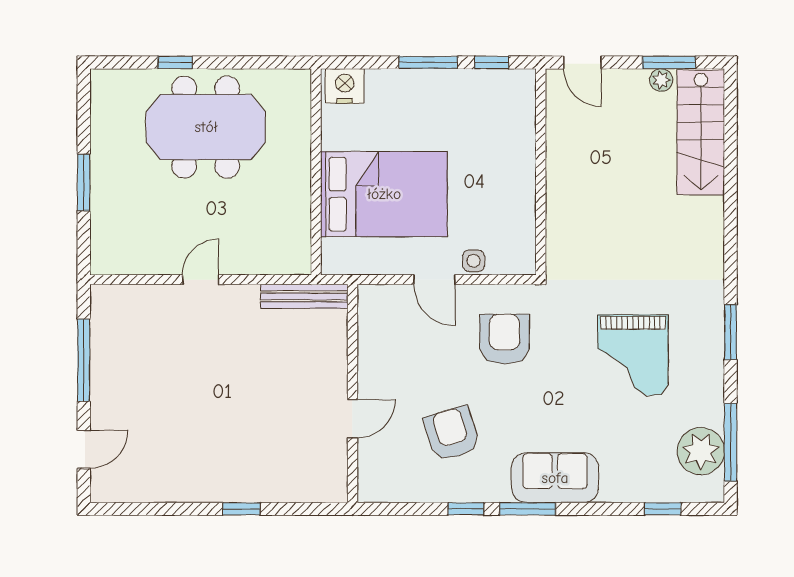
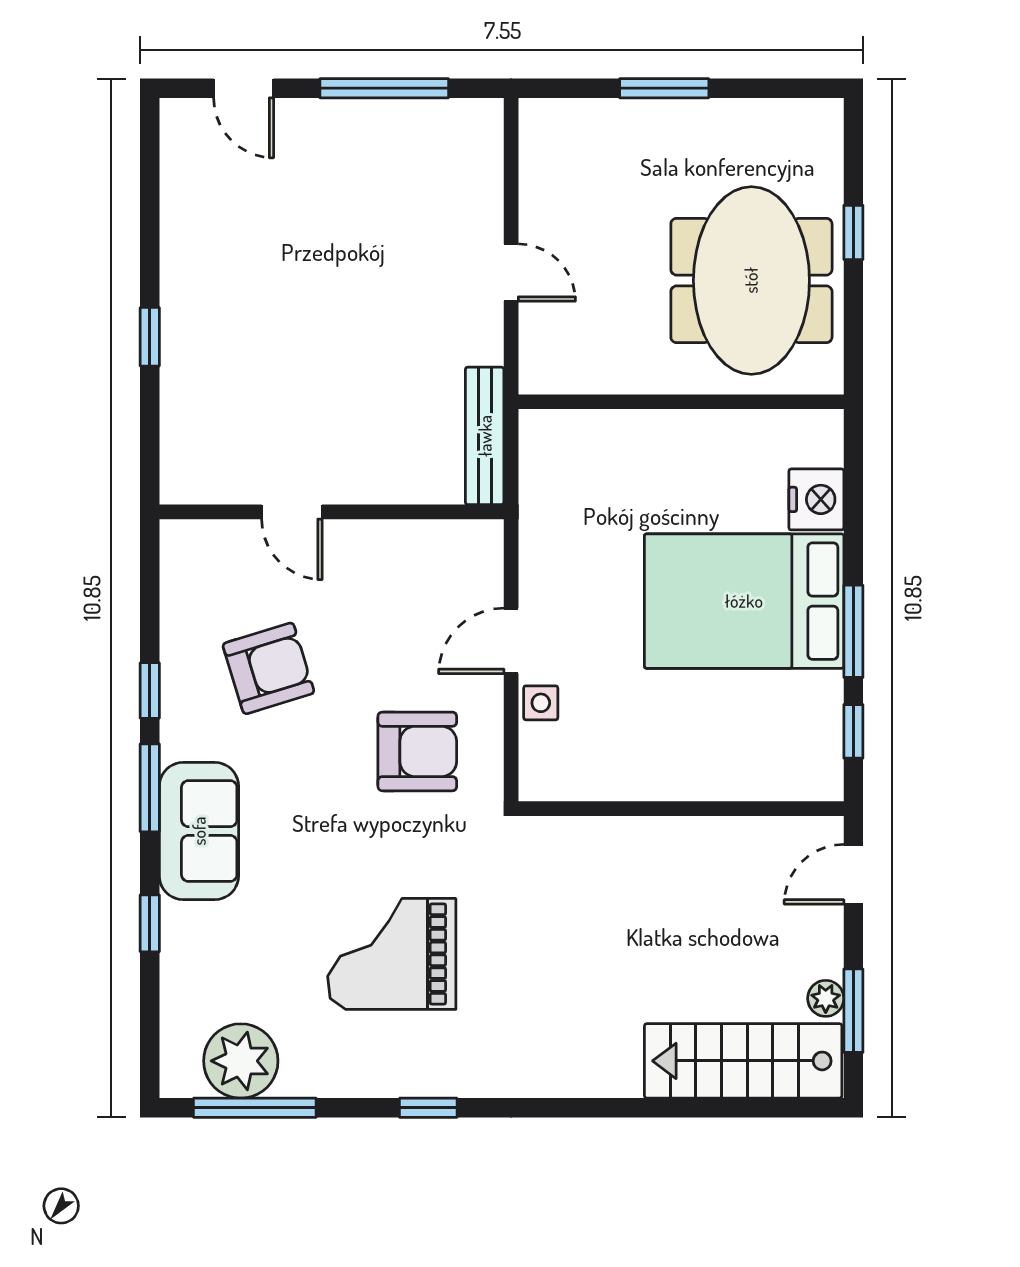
wall: (316, 172) -> (681, 402), moved
bed: (384, 194) -> (744, 601), moved, turned 90
window: (731, 332) -> (428, 1108), width x0.67
window: (663, 509) -> (150, 923), moved

